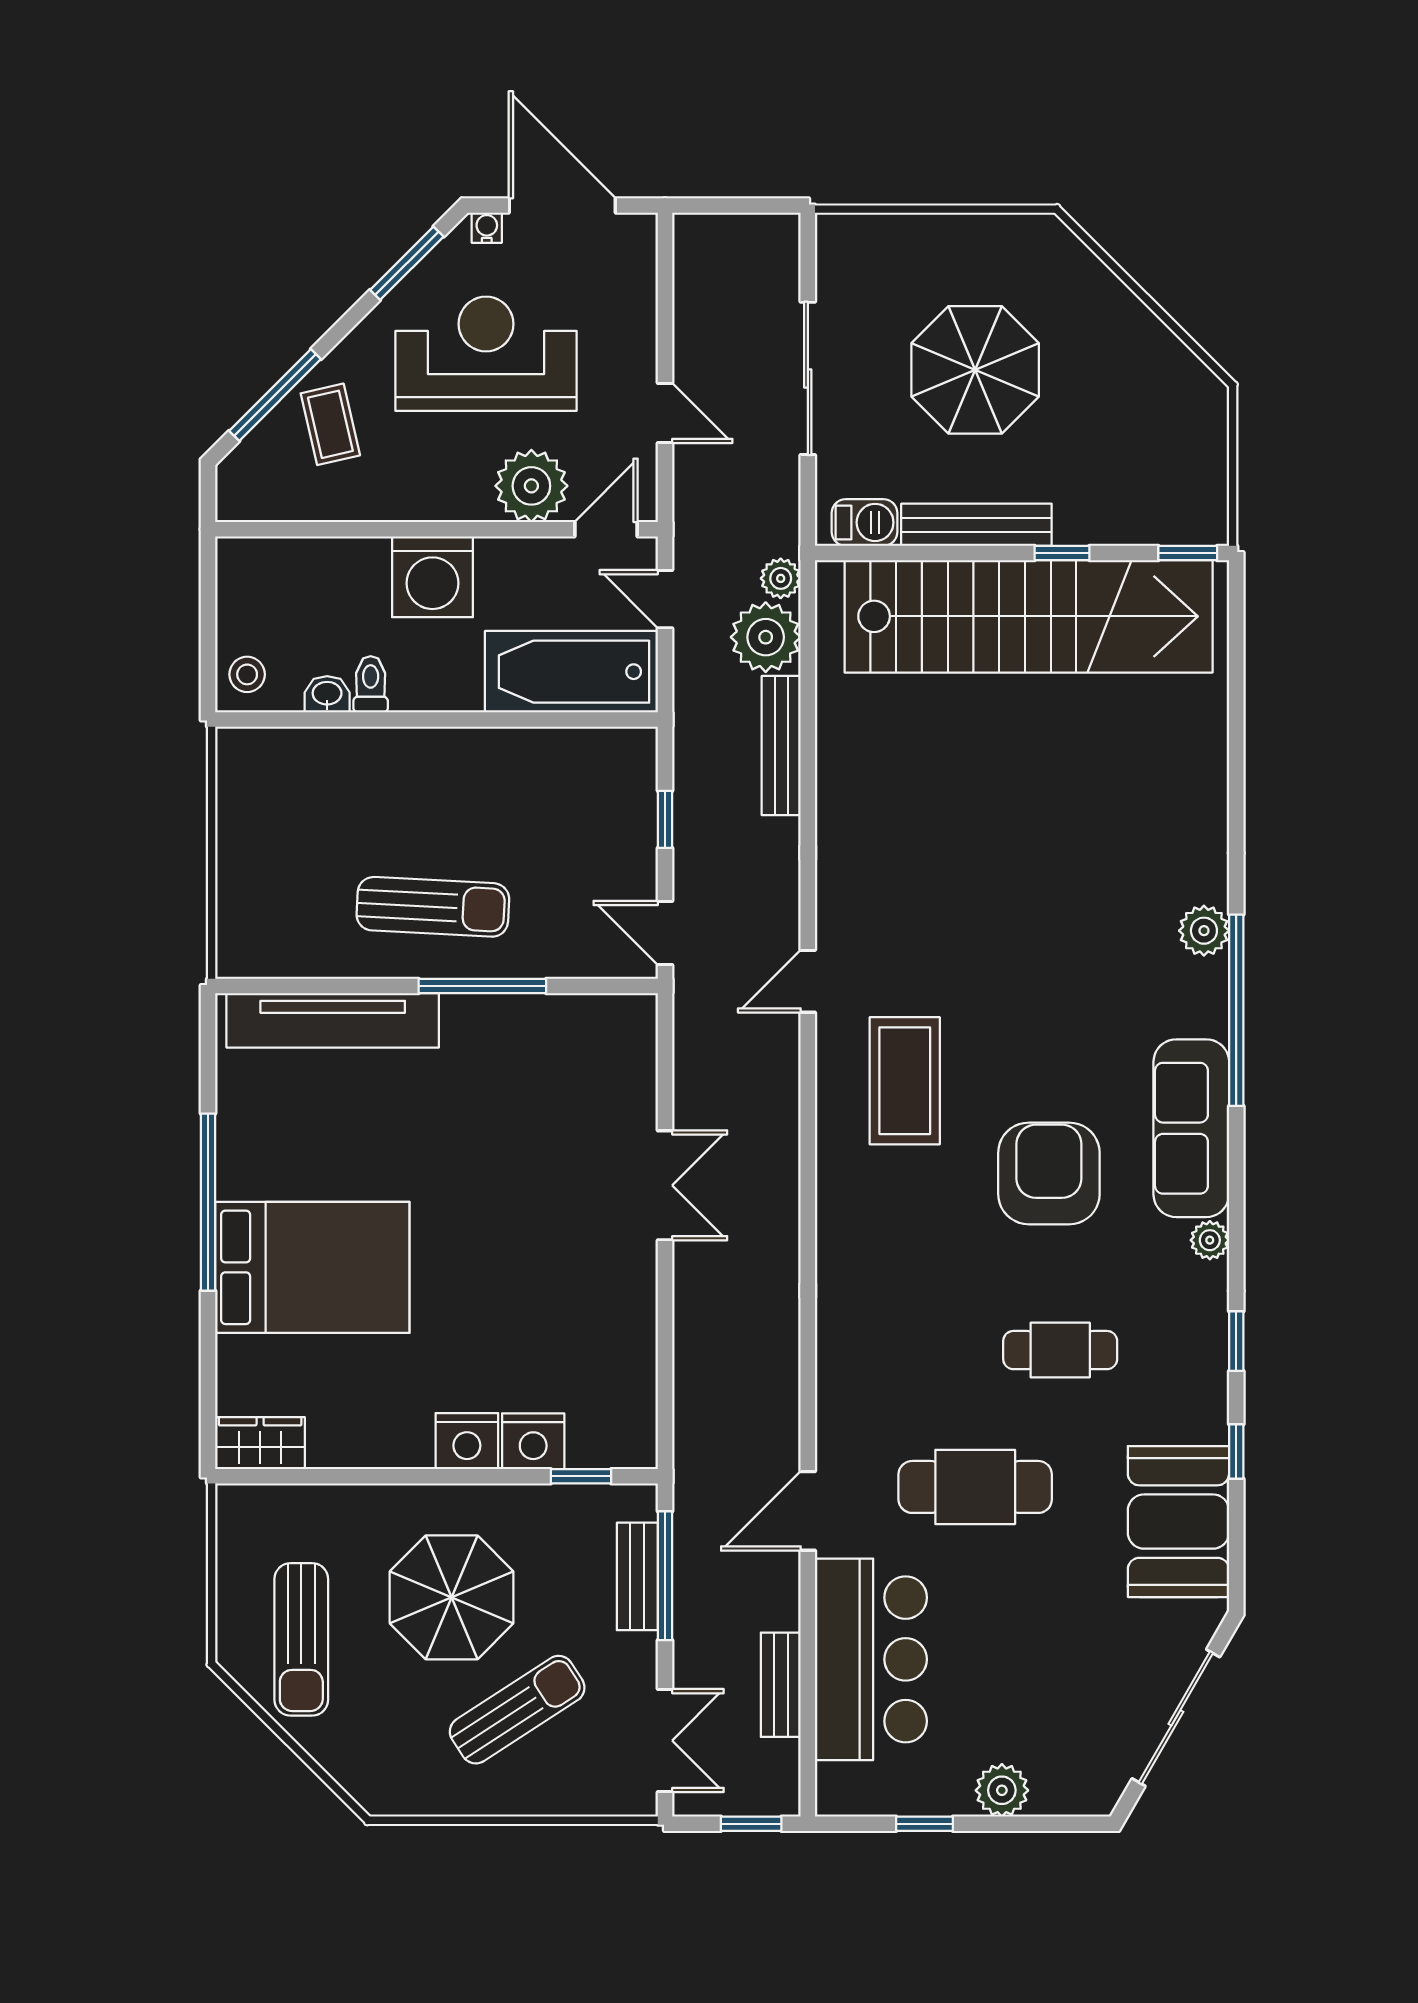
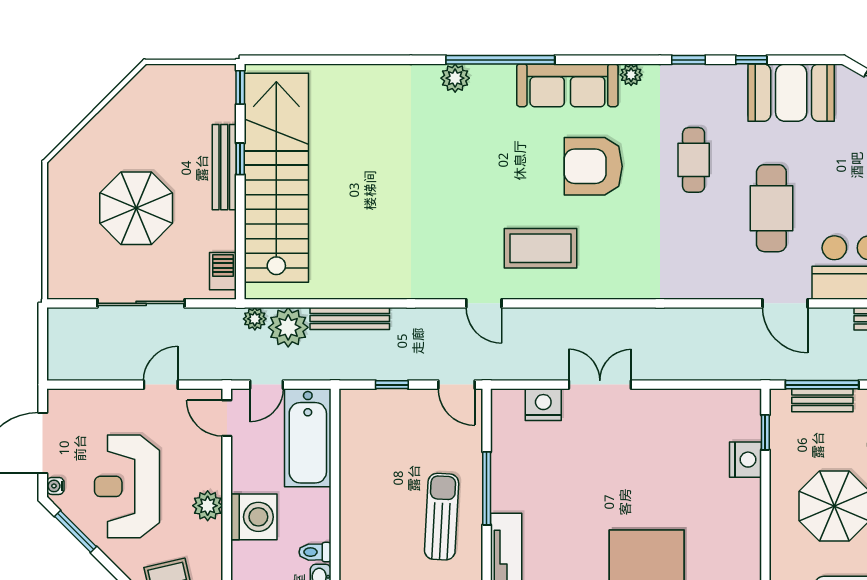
plant: (531, 486) -> (208, 506), moved, width x0.73, depth x0.73
bench: (976, 525) -> (224, 167), moved
door: (665, 933) -> (456, 385), hinge flipped
nightstand: (467, 1441) -> (543, 405), moved, turned -90

